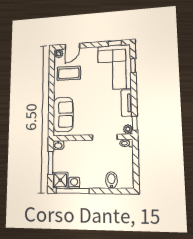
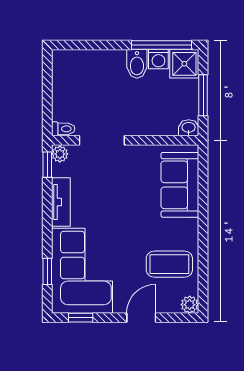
door: (72, 46) -> (141, 318), moved
bidet: (111, 180) -> (137, 64), moved

